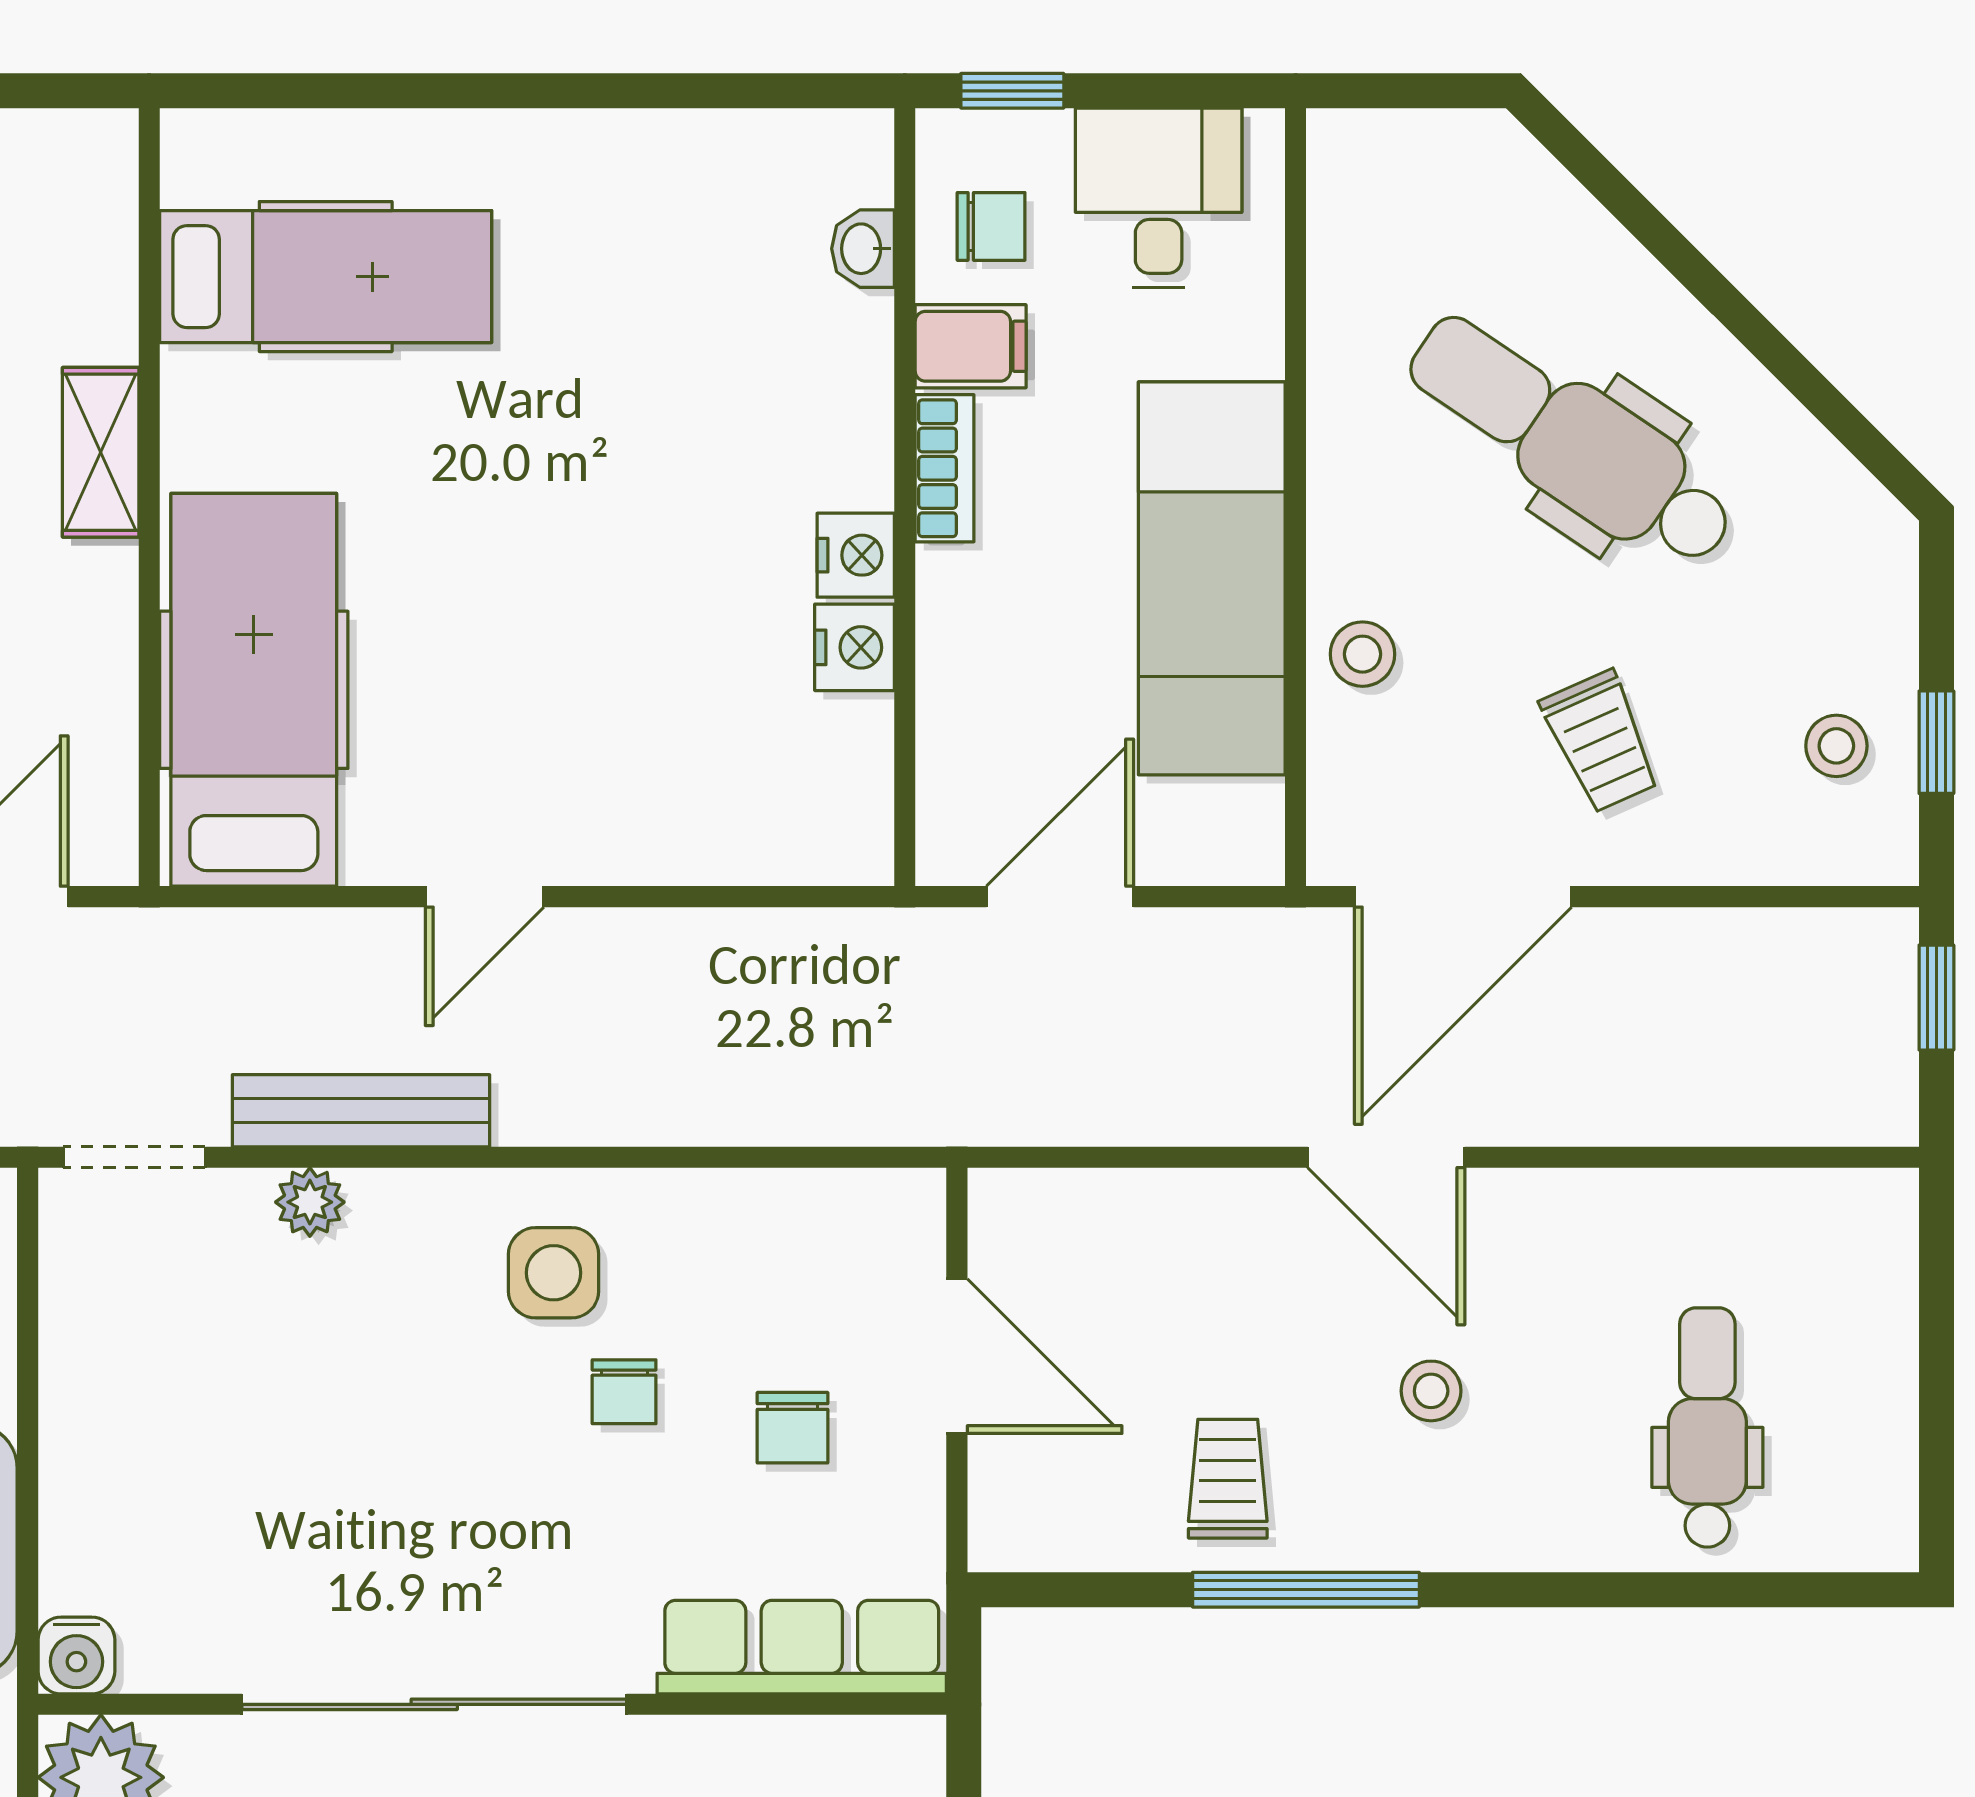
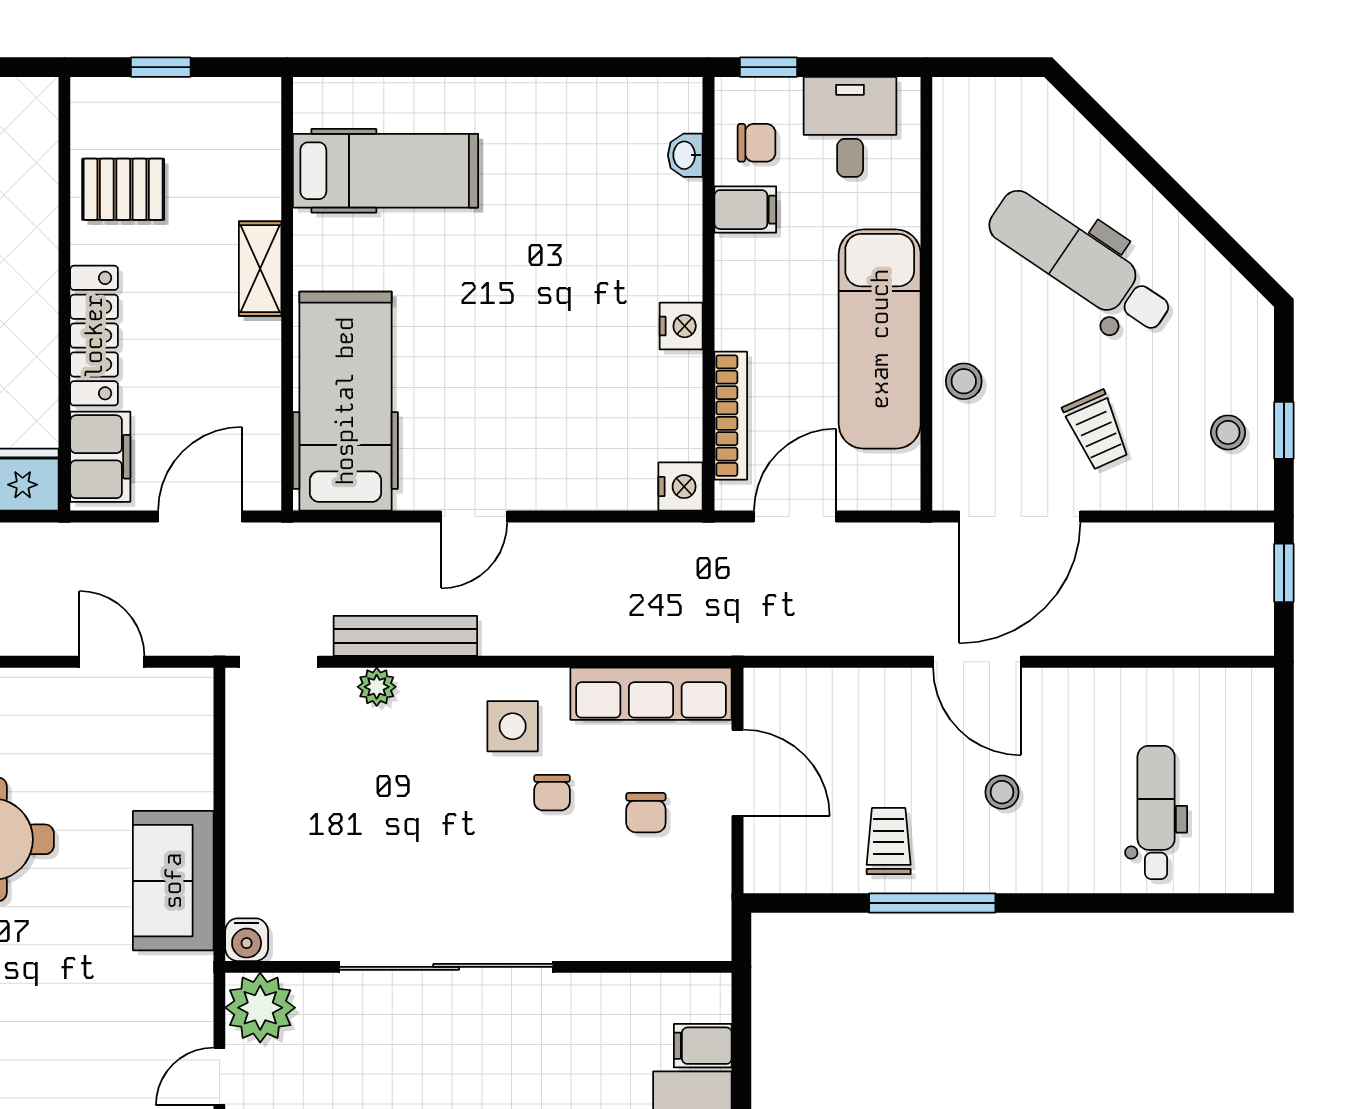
bookcase: (945, 468) -> (731, 416), moved, width x1.56
nightstand: (855, 647) -> (680, 487), moved
row of seats: (802, 1647) -> (651, 694), moved, turned 180

